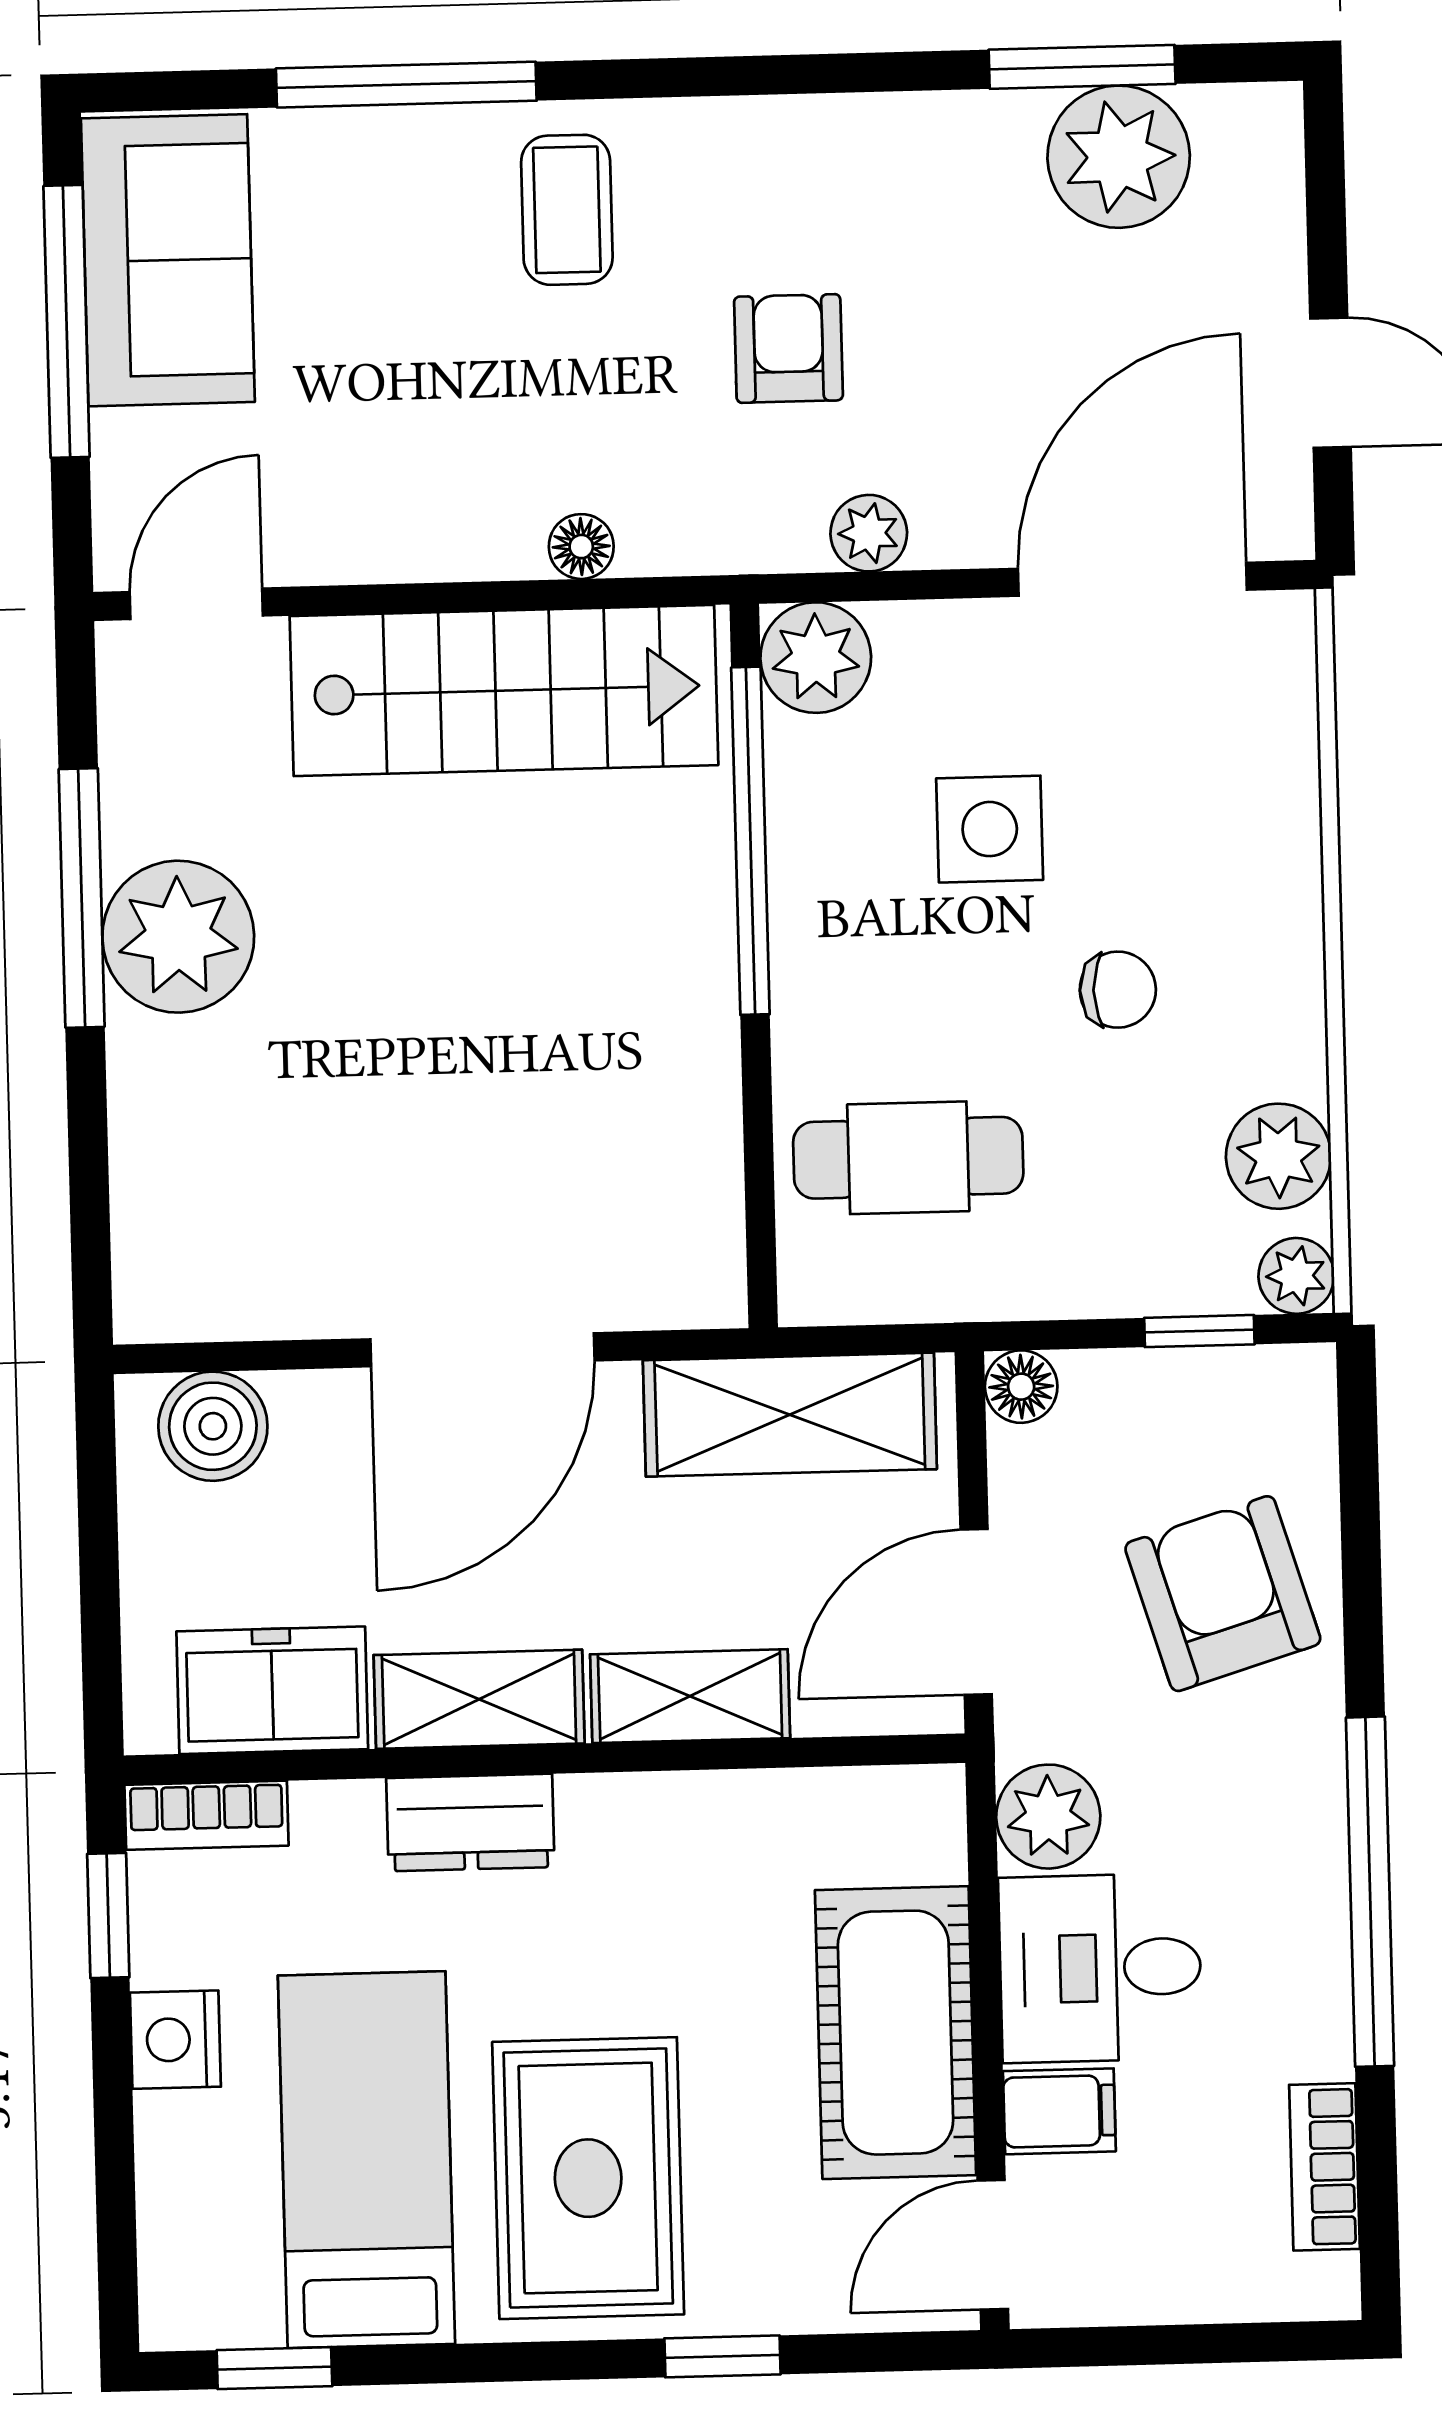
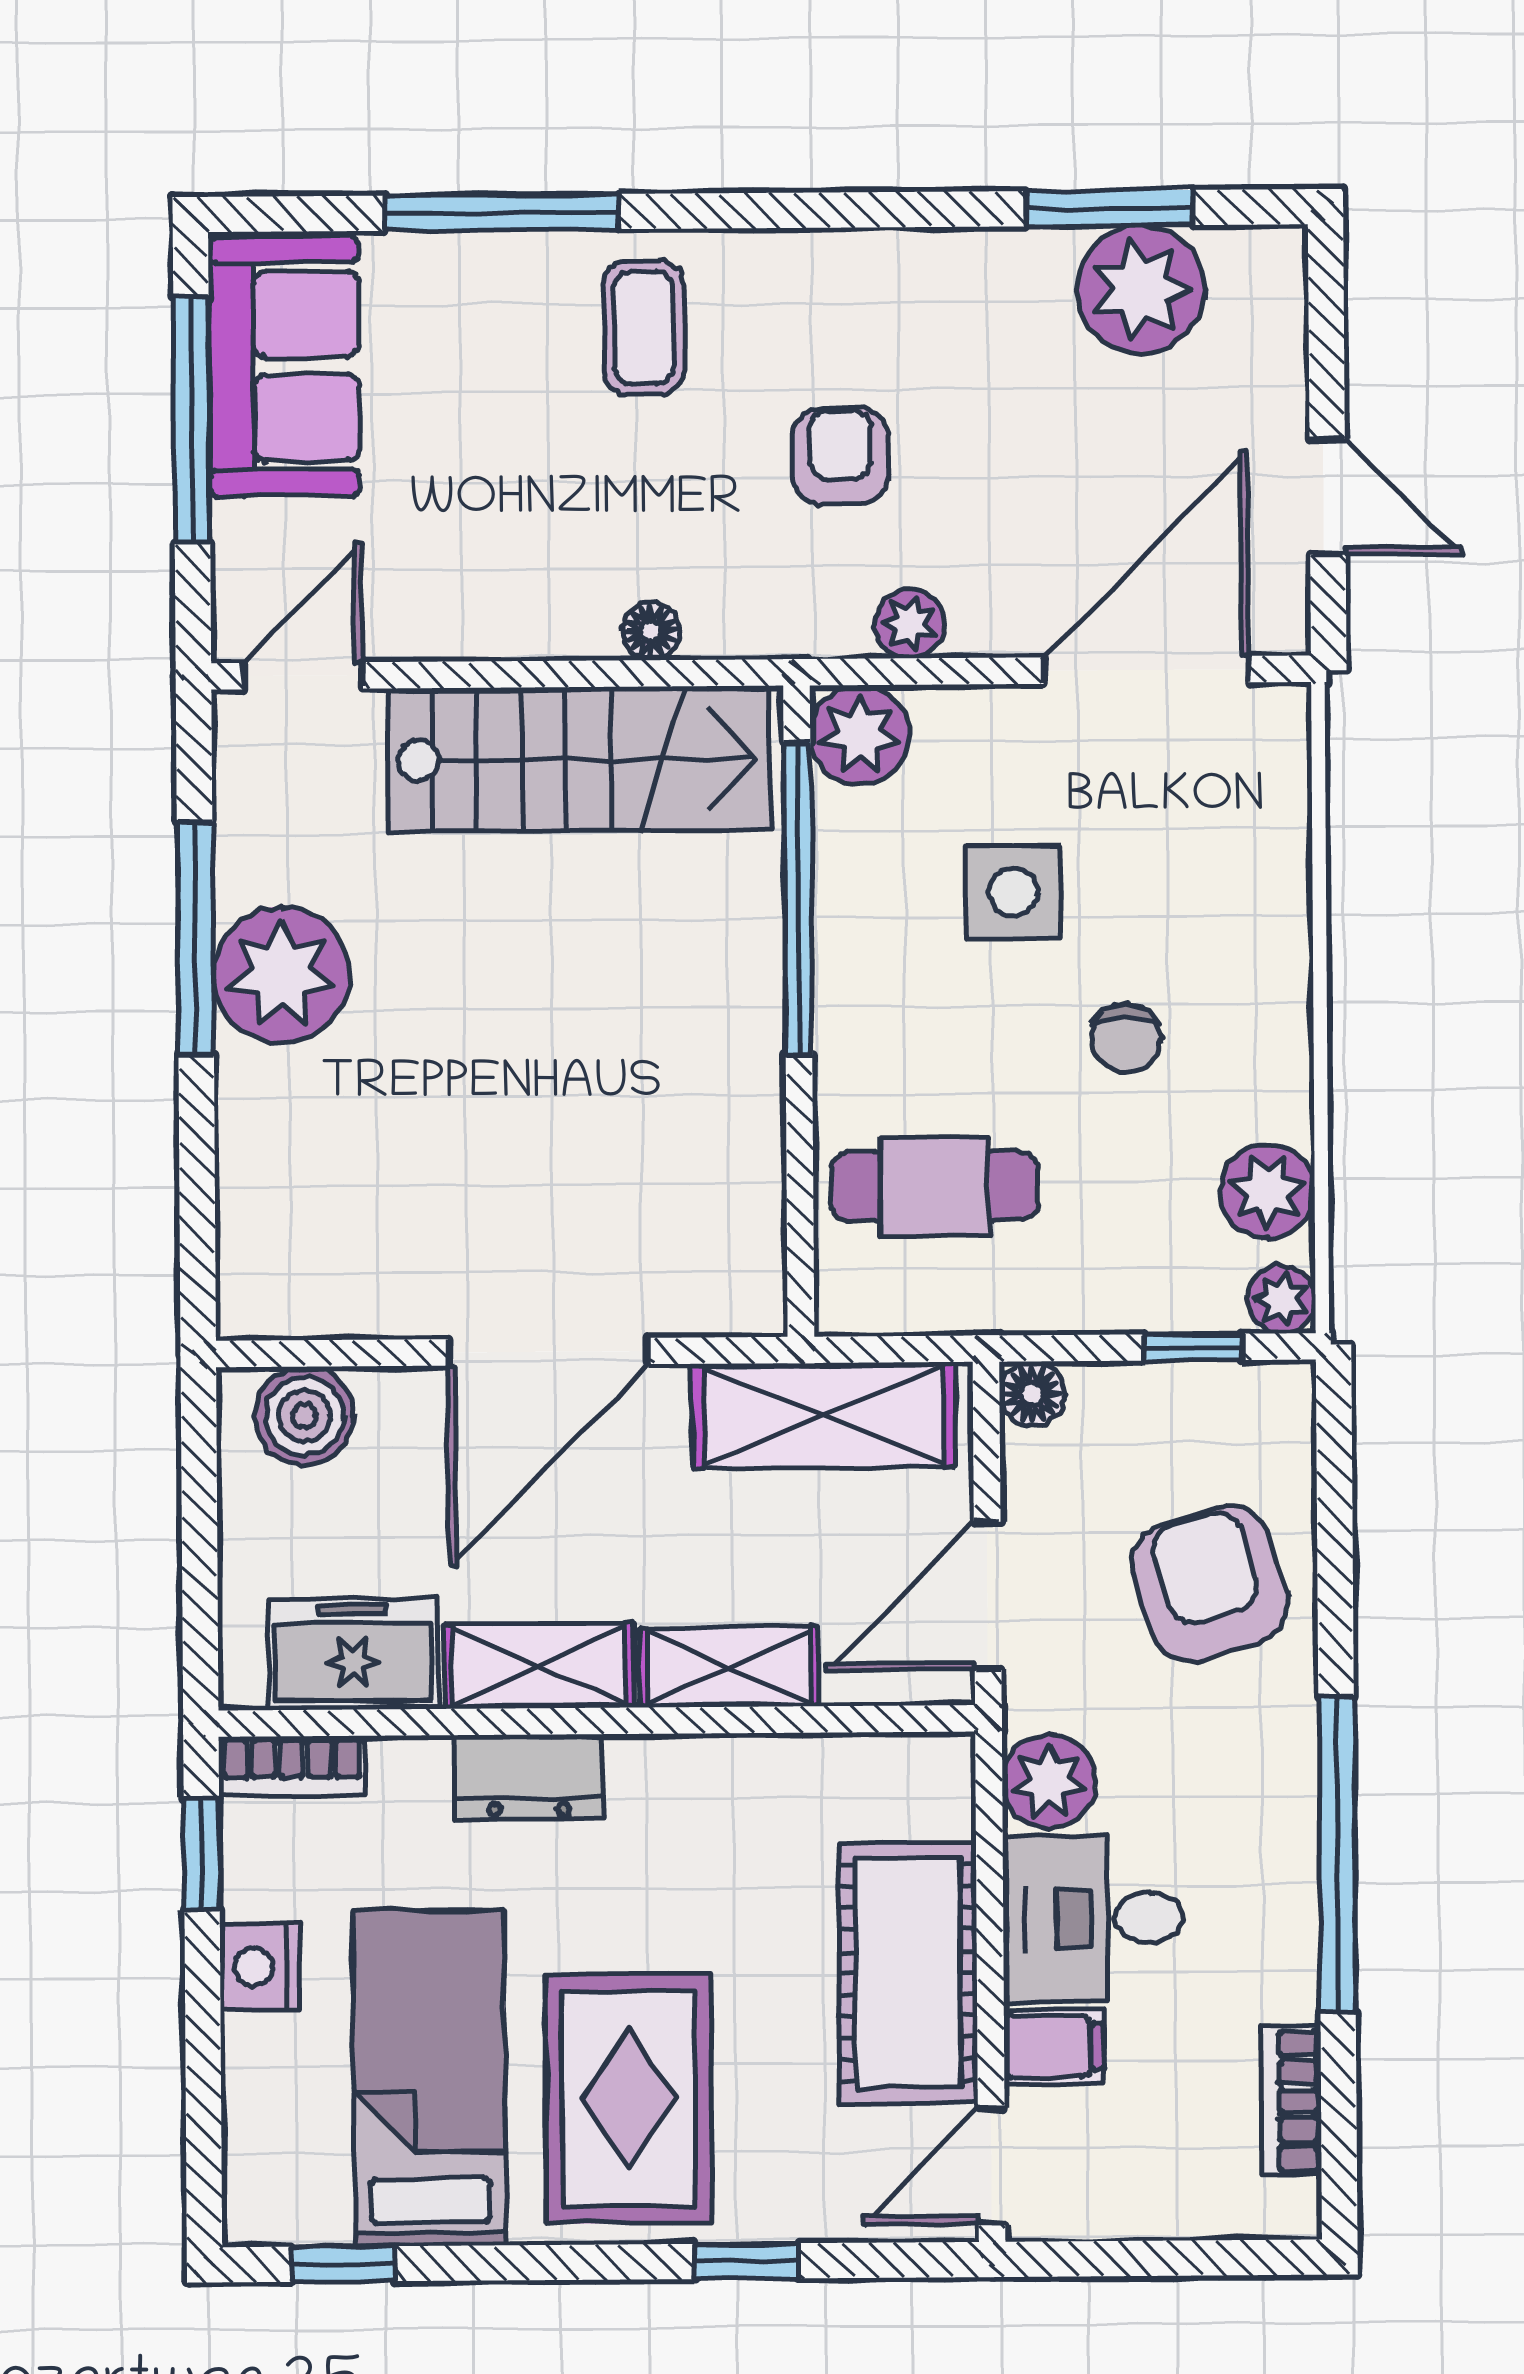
chair: (1118, 990) -> (1126, 1039), turned 90

